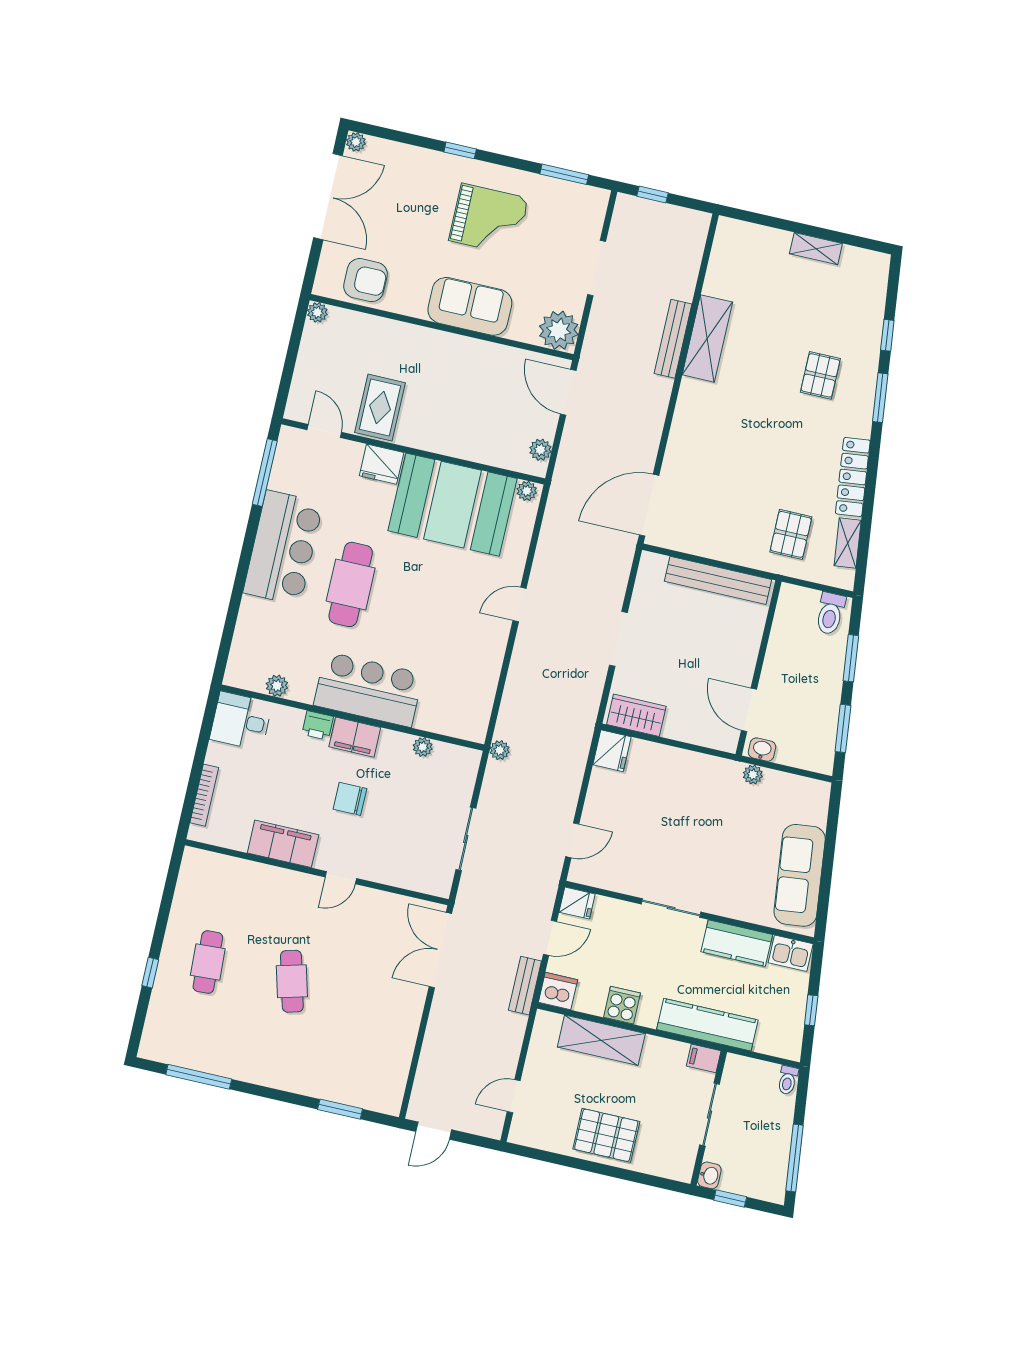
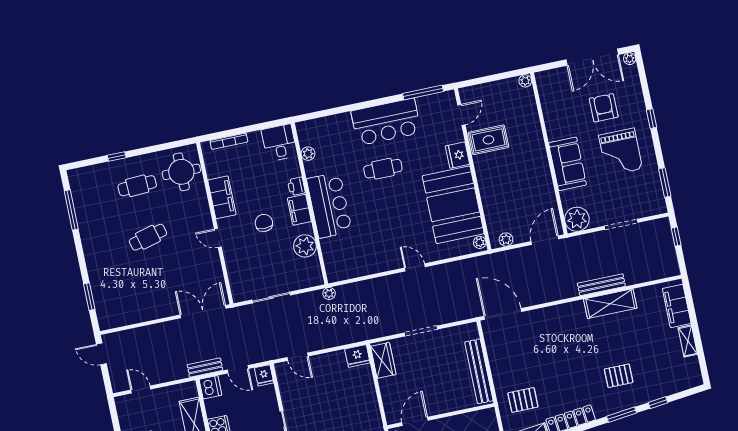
filing cabinet: (756, 241) -> (677, 306), added
armchair: (365, 280) -> (604, 108), moved, turned 180
cafe table: (351, 584) -> (383, 169), width x0.73, depth x0.74
plant: (423, 747) -> (305, 246), width x1.88, depth x1.88
round table: (217, 887) -> (181, 172), added

